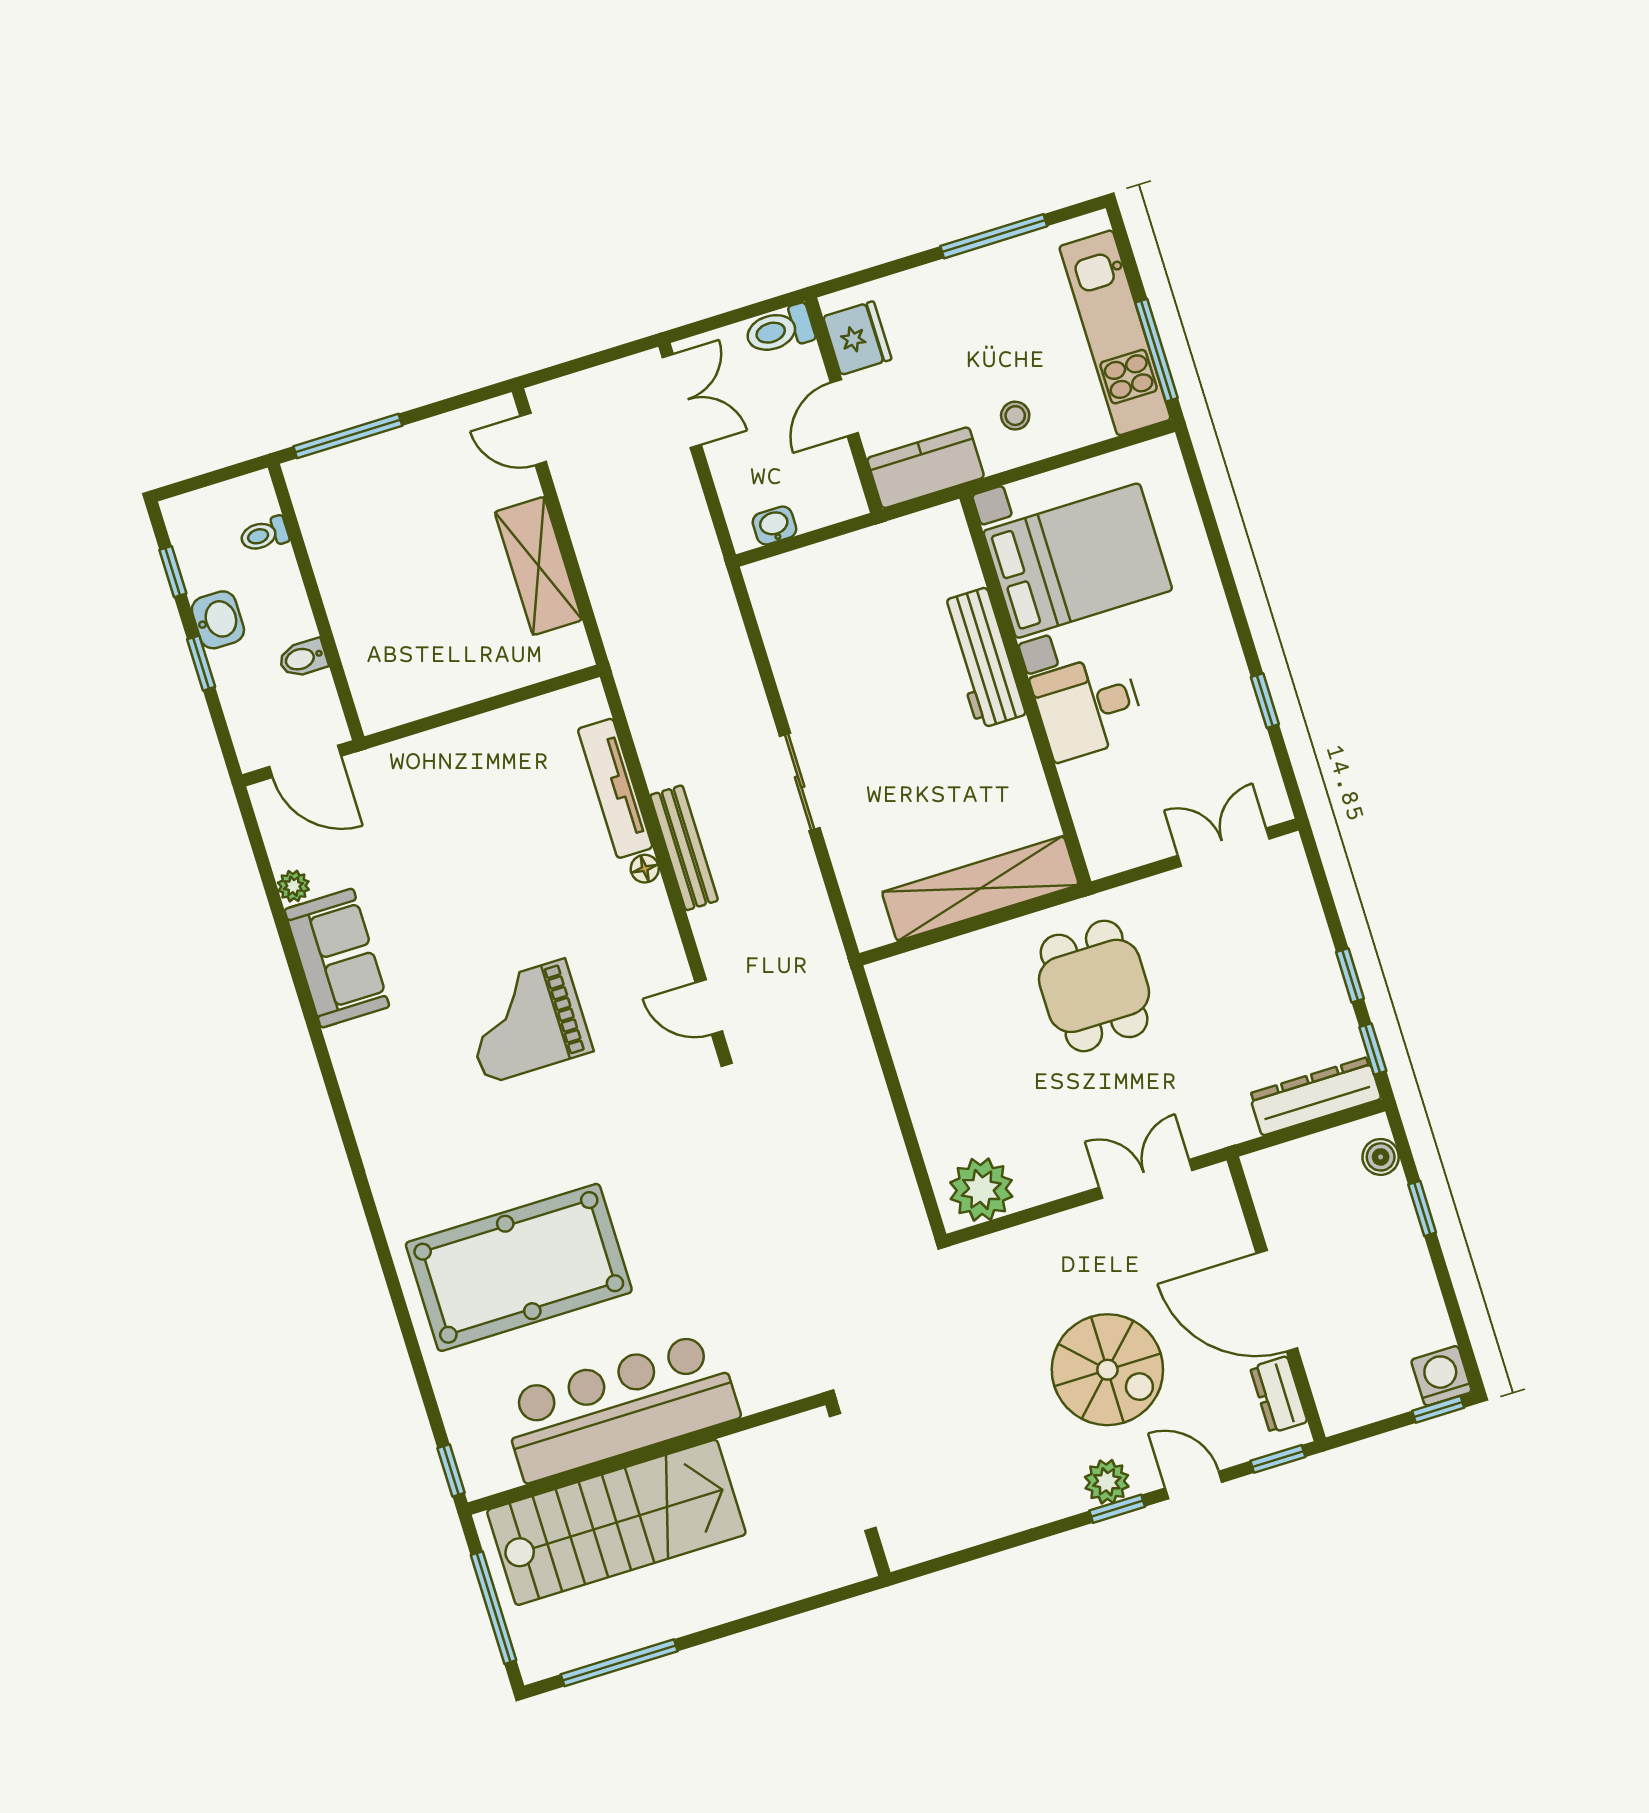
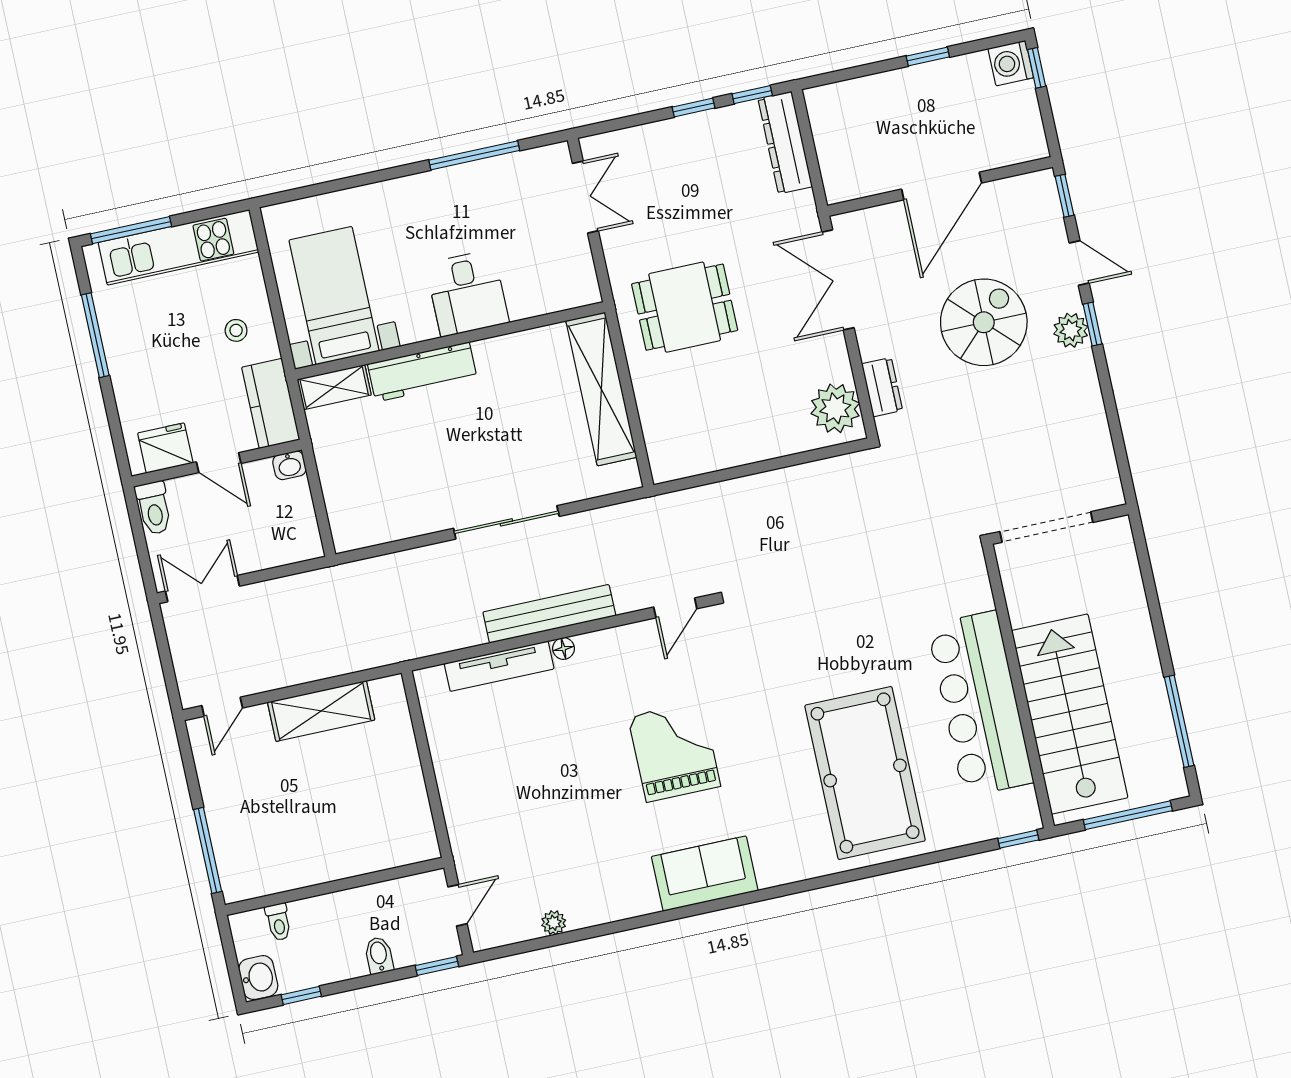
window: (1156, 350) -> (131, 230), moved
washbasin: (774, 525) -> (289, 465), moved, turned -90
shelving: (954, 547) -> (334, 387), added
bed with nightstands: (1078, 561) -> (334, 296), width x0.73
washbasin: (218, 620) -> (258, 978), moved, turned 90
bidet: (303, 658) -> (379, 955), moved, turned 180
window: (201, 663) -> (437, 966), moved
window: (1265, 701) -> (474, 155), width x2.17
door: (305, 761) -> (458, 905), width x0.73
sliding door: (800, 782) -> (506, 522), width x1.37
double door: (1224, 847) -> (585, 197), swing flipped
bench: (684, 848) -> (549, 614), width x1.37, depth x1.21
sofa: (337, 958) -> (705, 874), moved
grand piano: (525, 1021) -> (674, 751), turned 180
boiler: (1381, 1157) -> (837, 96), removed
double door: (1146, 1179) -> (838, 280), width x1.37
window: (1422, 1209) -> (928, 56), moved
dresser: (1279, 1395) -> (882, 387), moved, turned -90
door: (1194, 1485) -> (1079, 263), swing flipped

